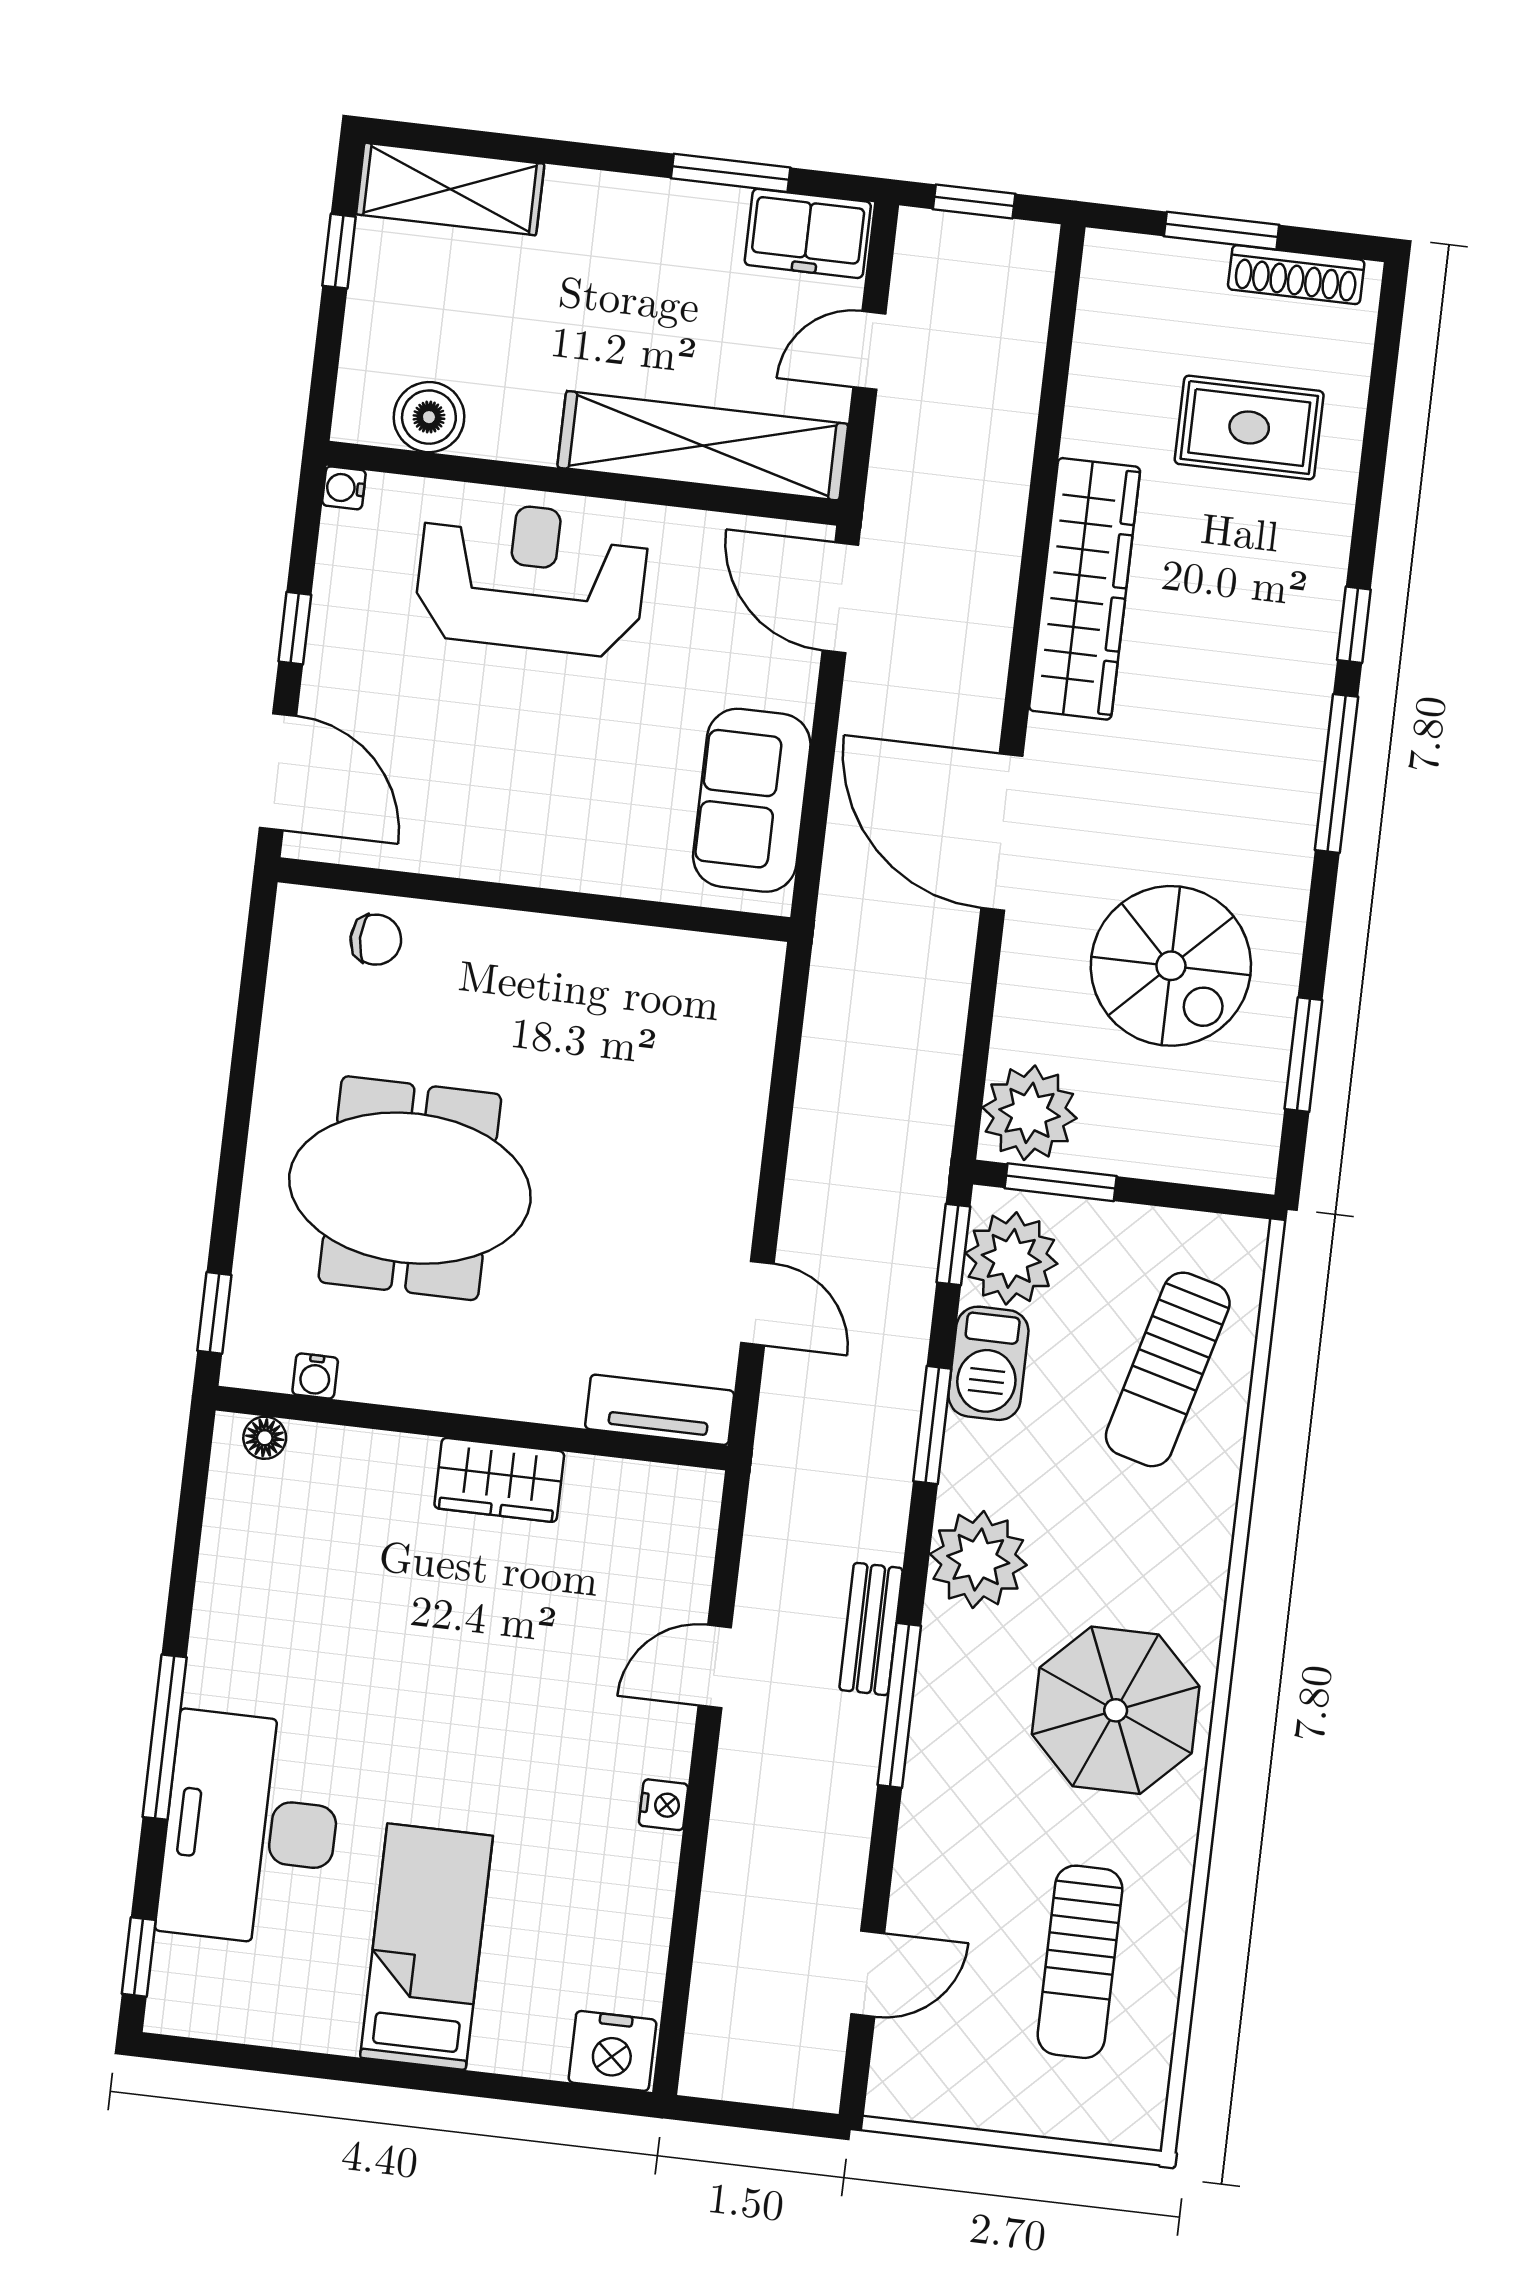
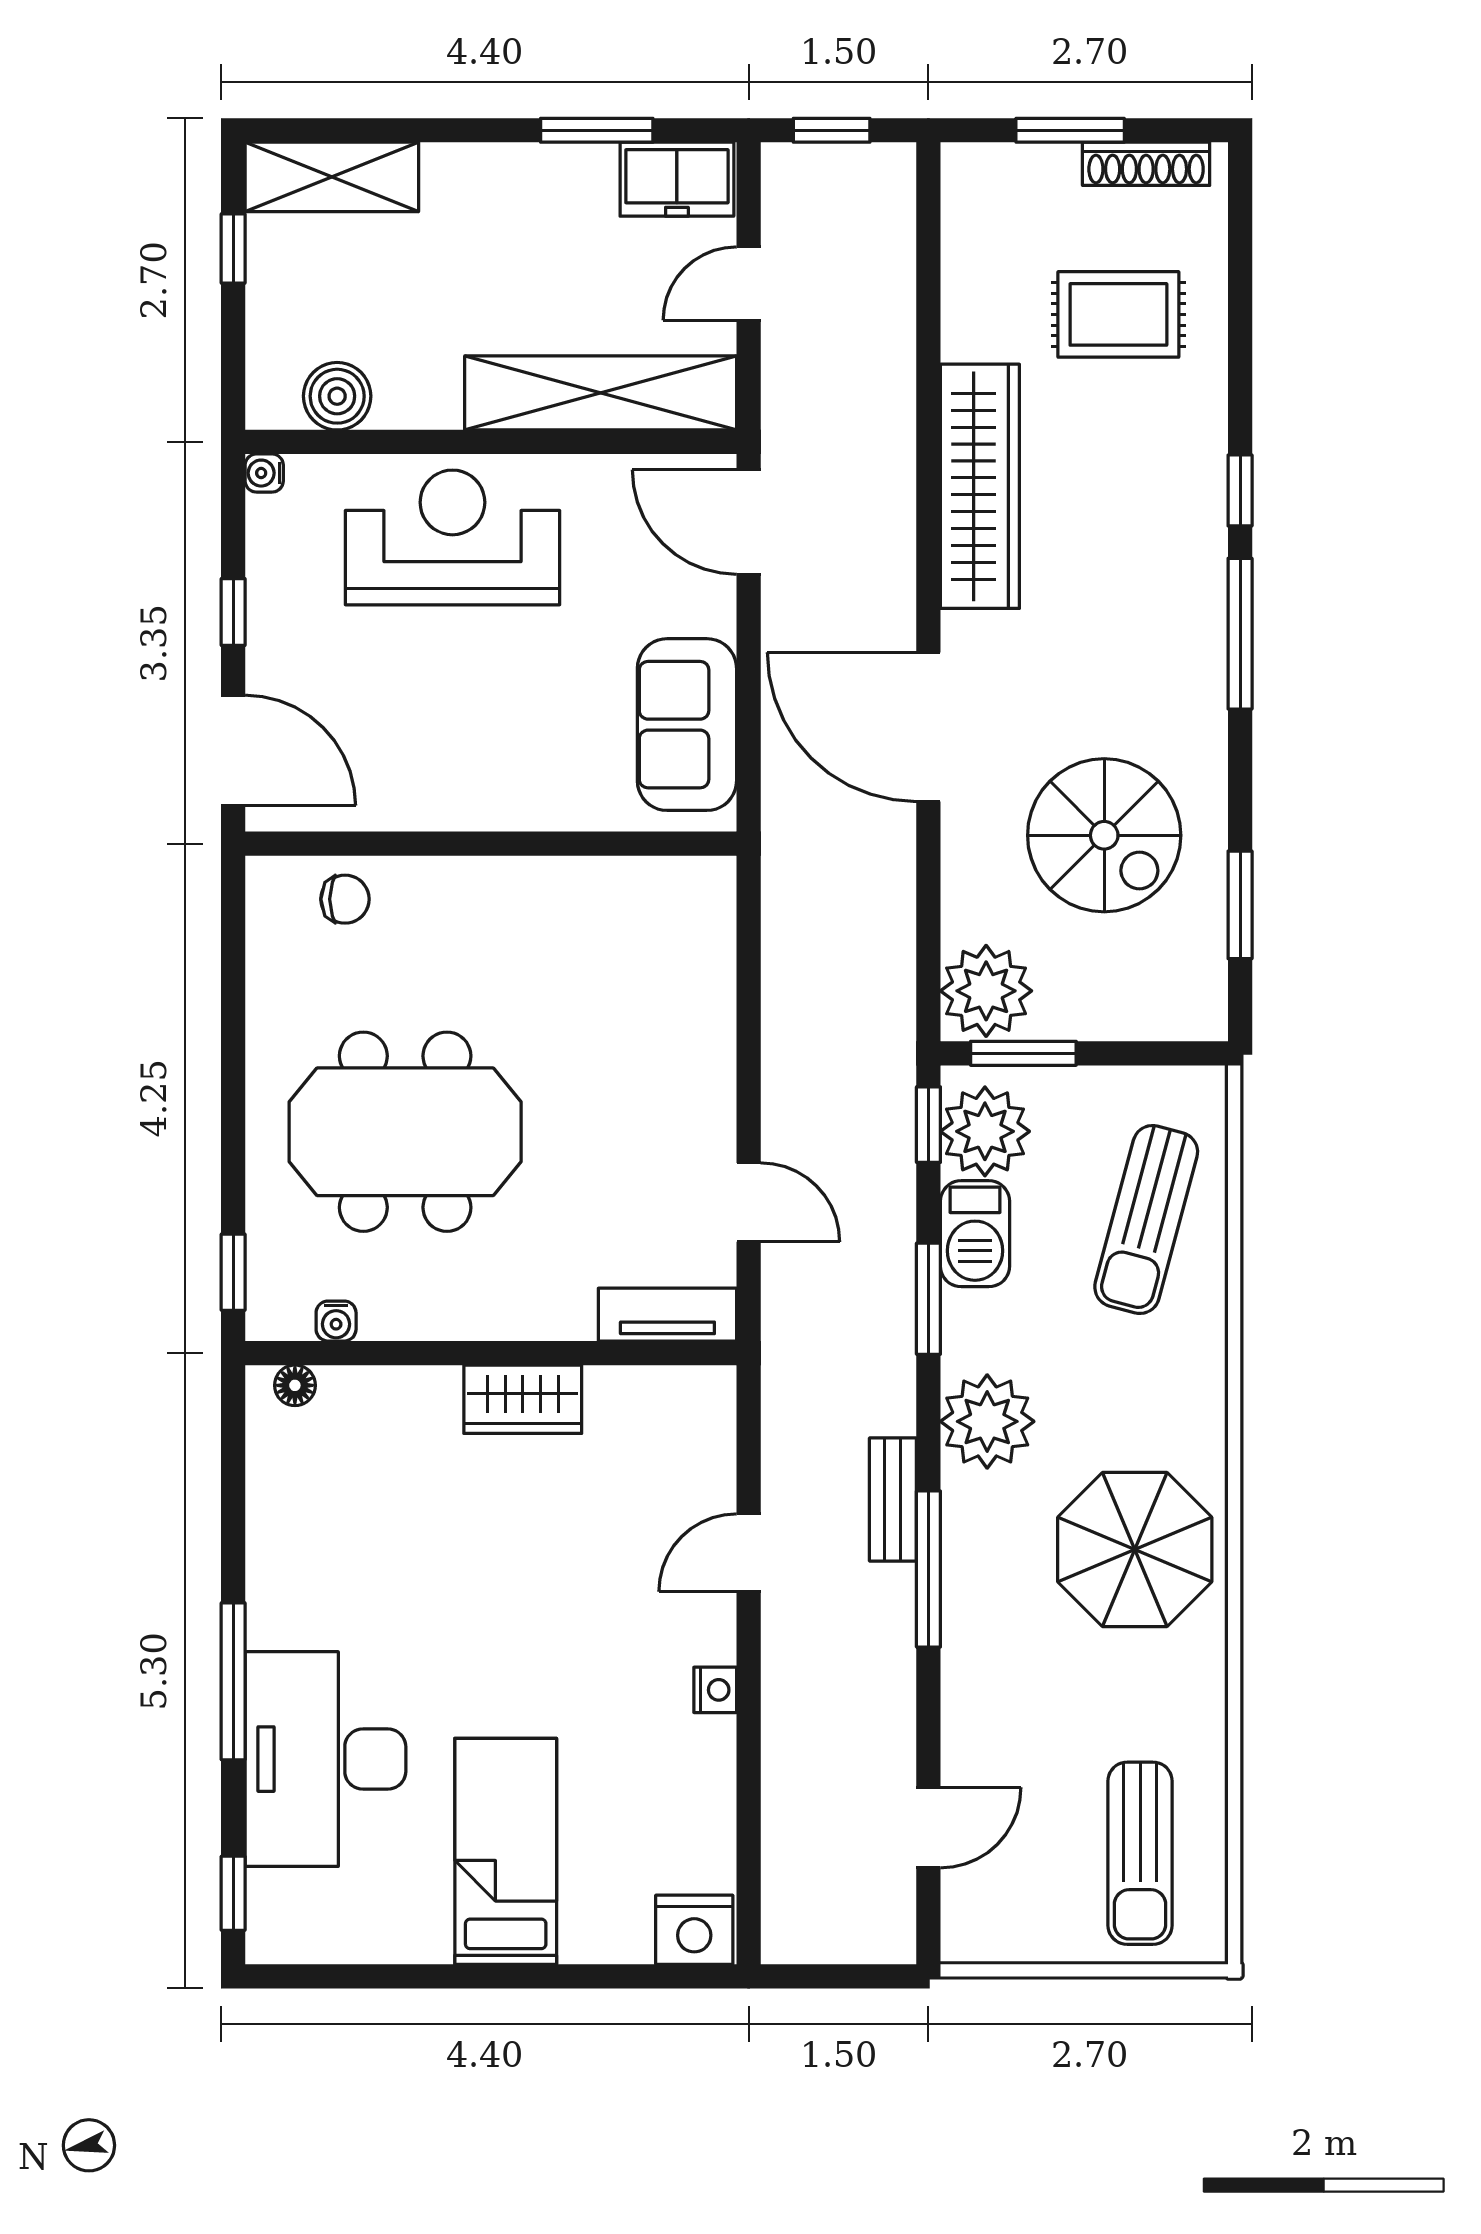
sun lounger: (1080, 1962) -> (1140, 1853), moved

